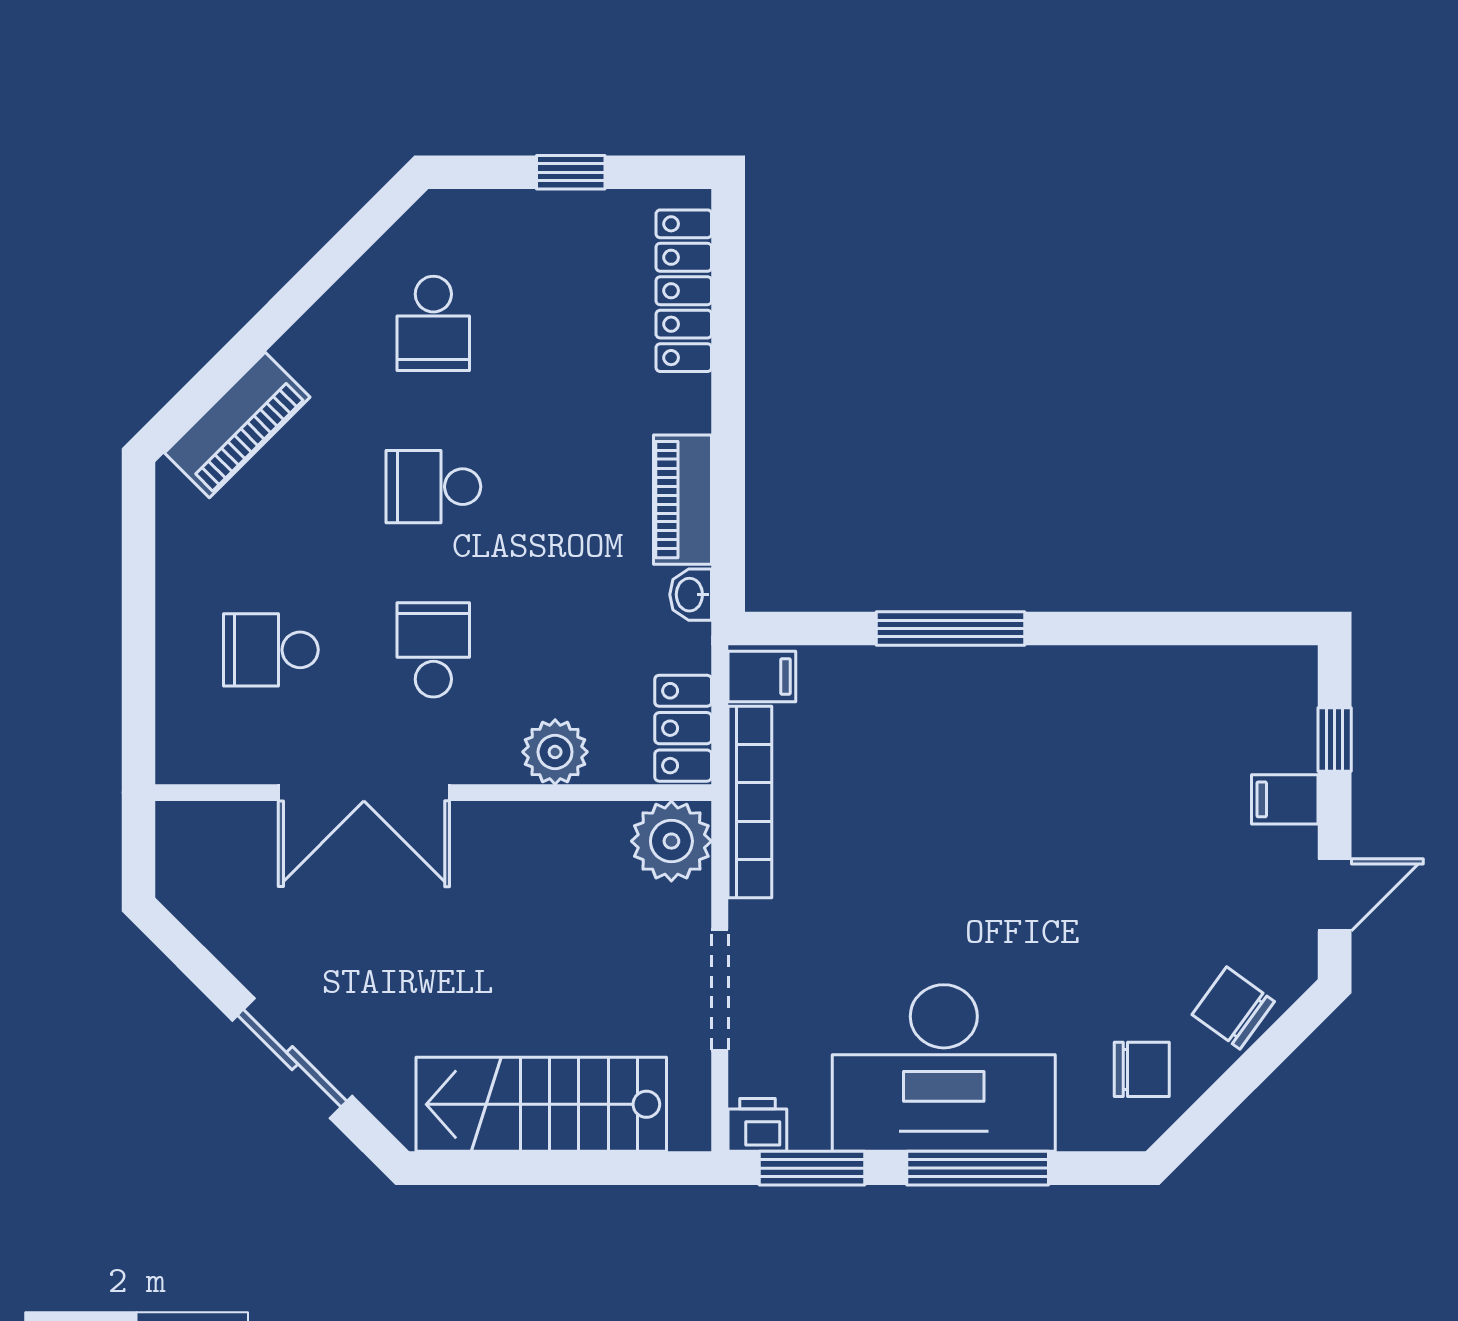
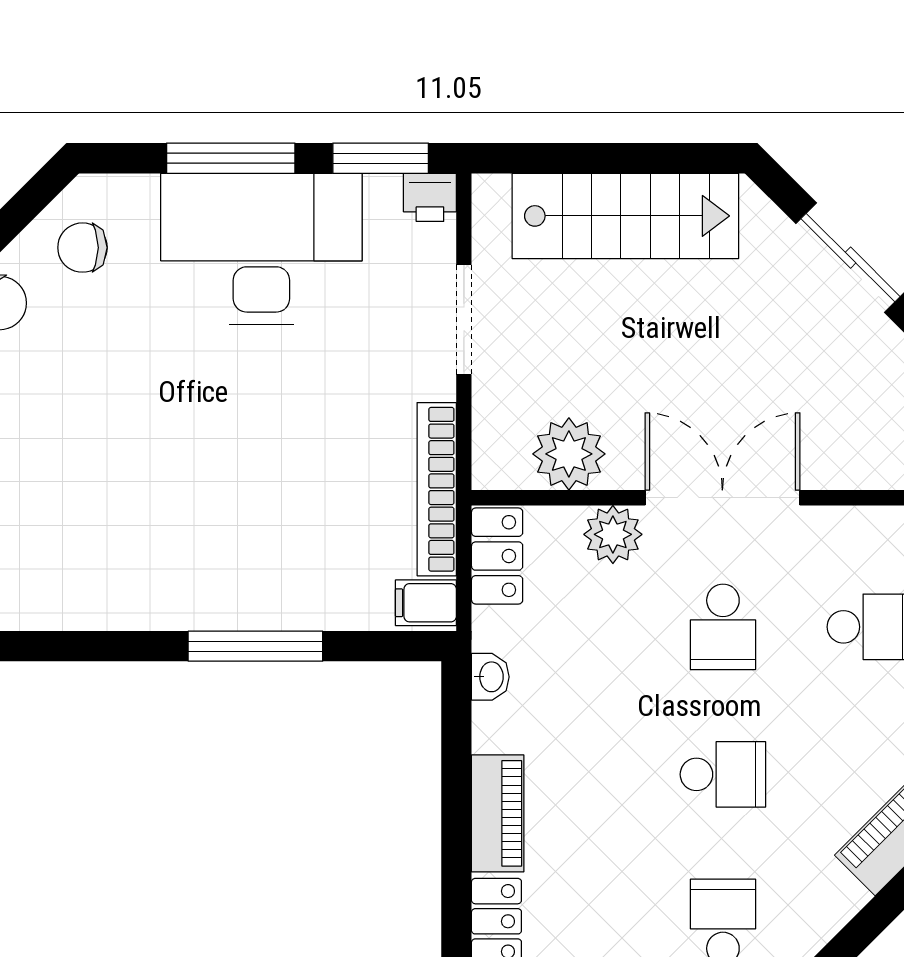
piano: (683, 500) -> (498, 813), moved
double door: (364, 793) -> (722, 498), moved
plant: (671, 841) -> (569, 454), moved

